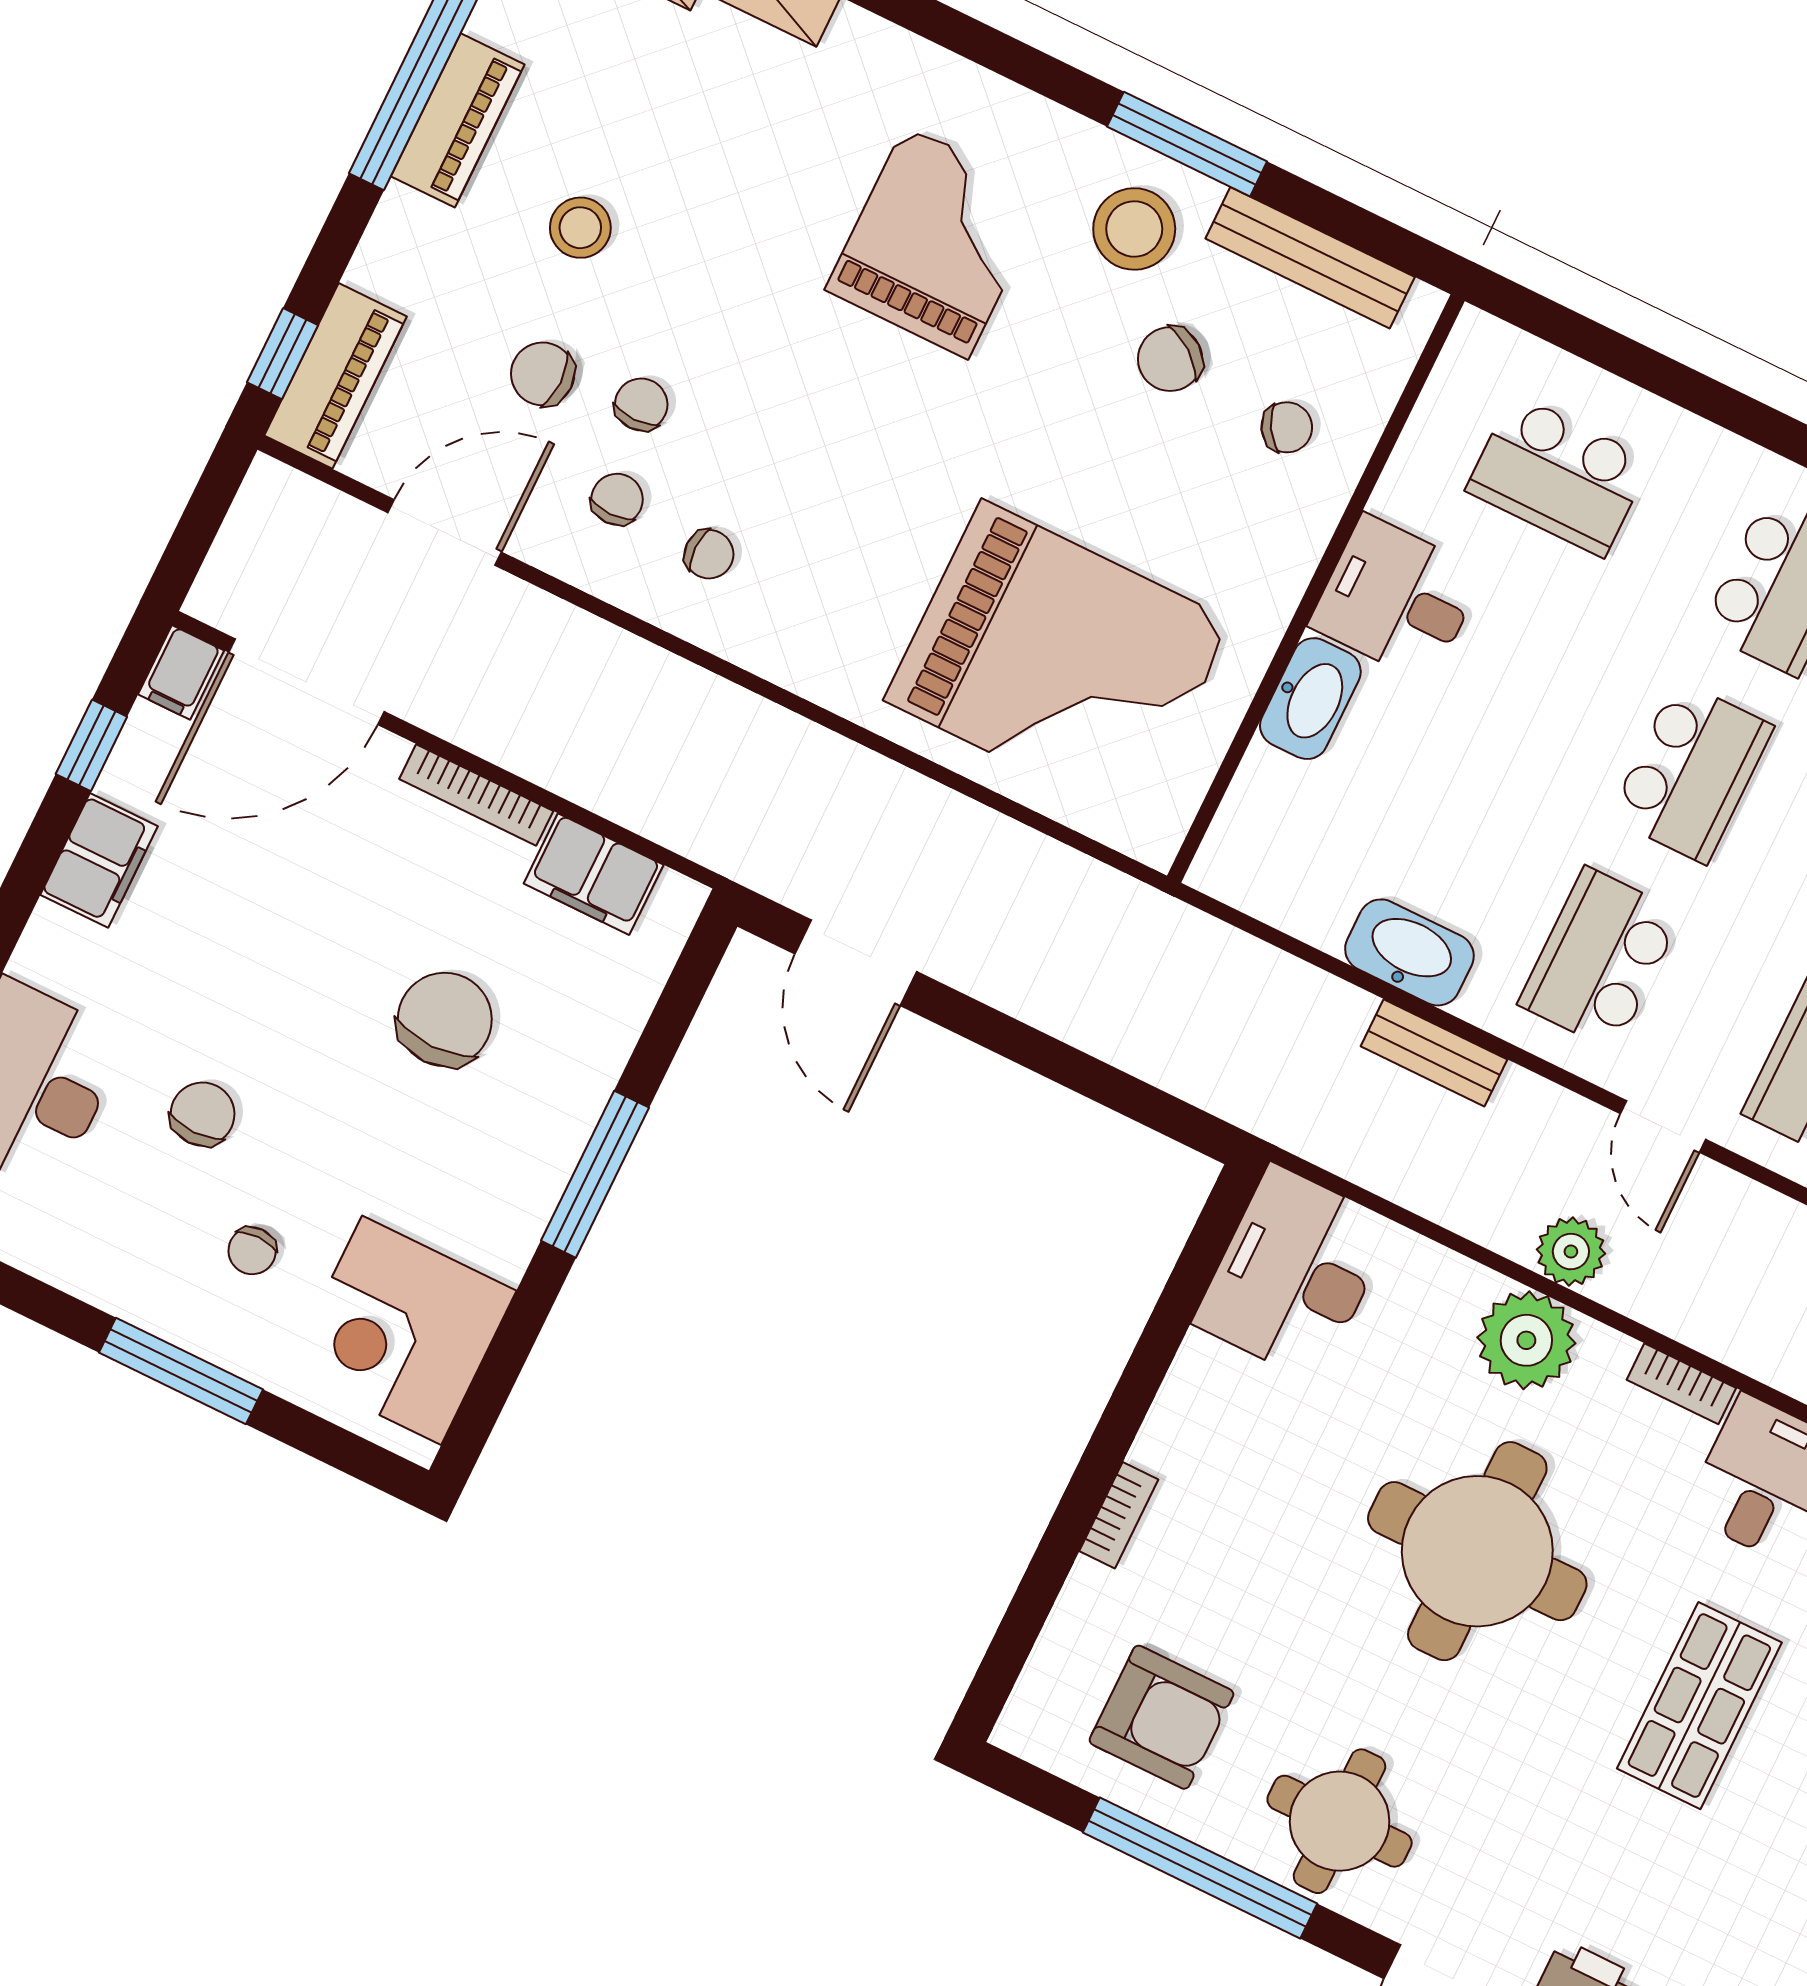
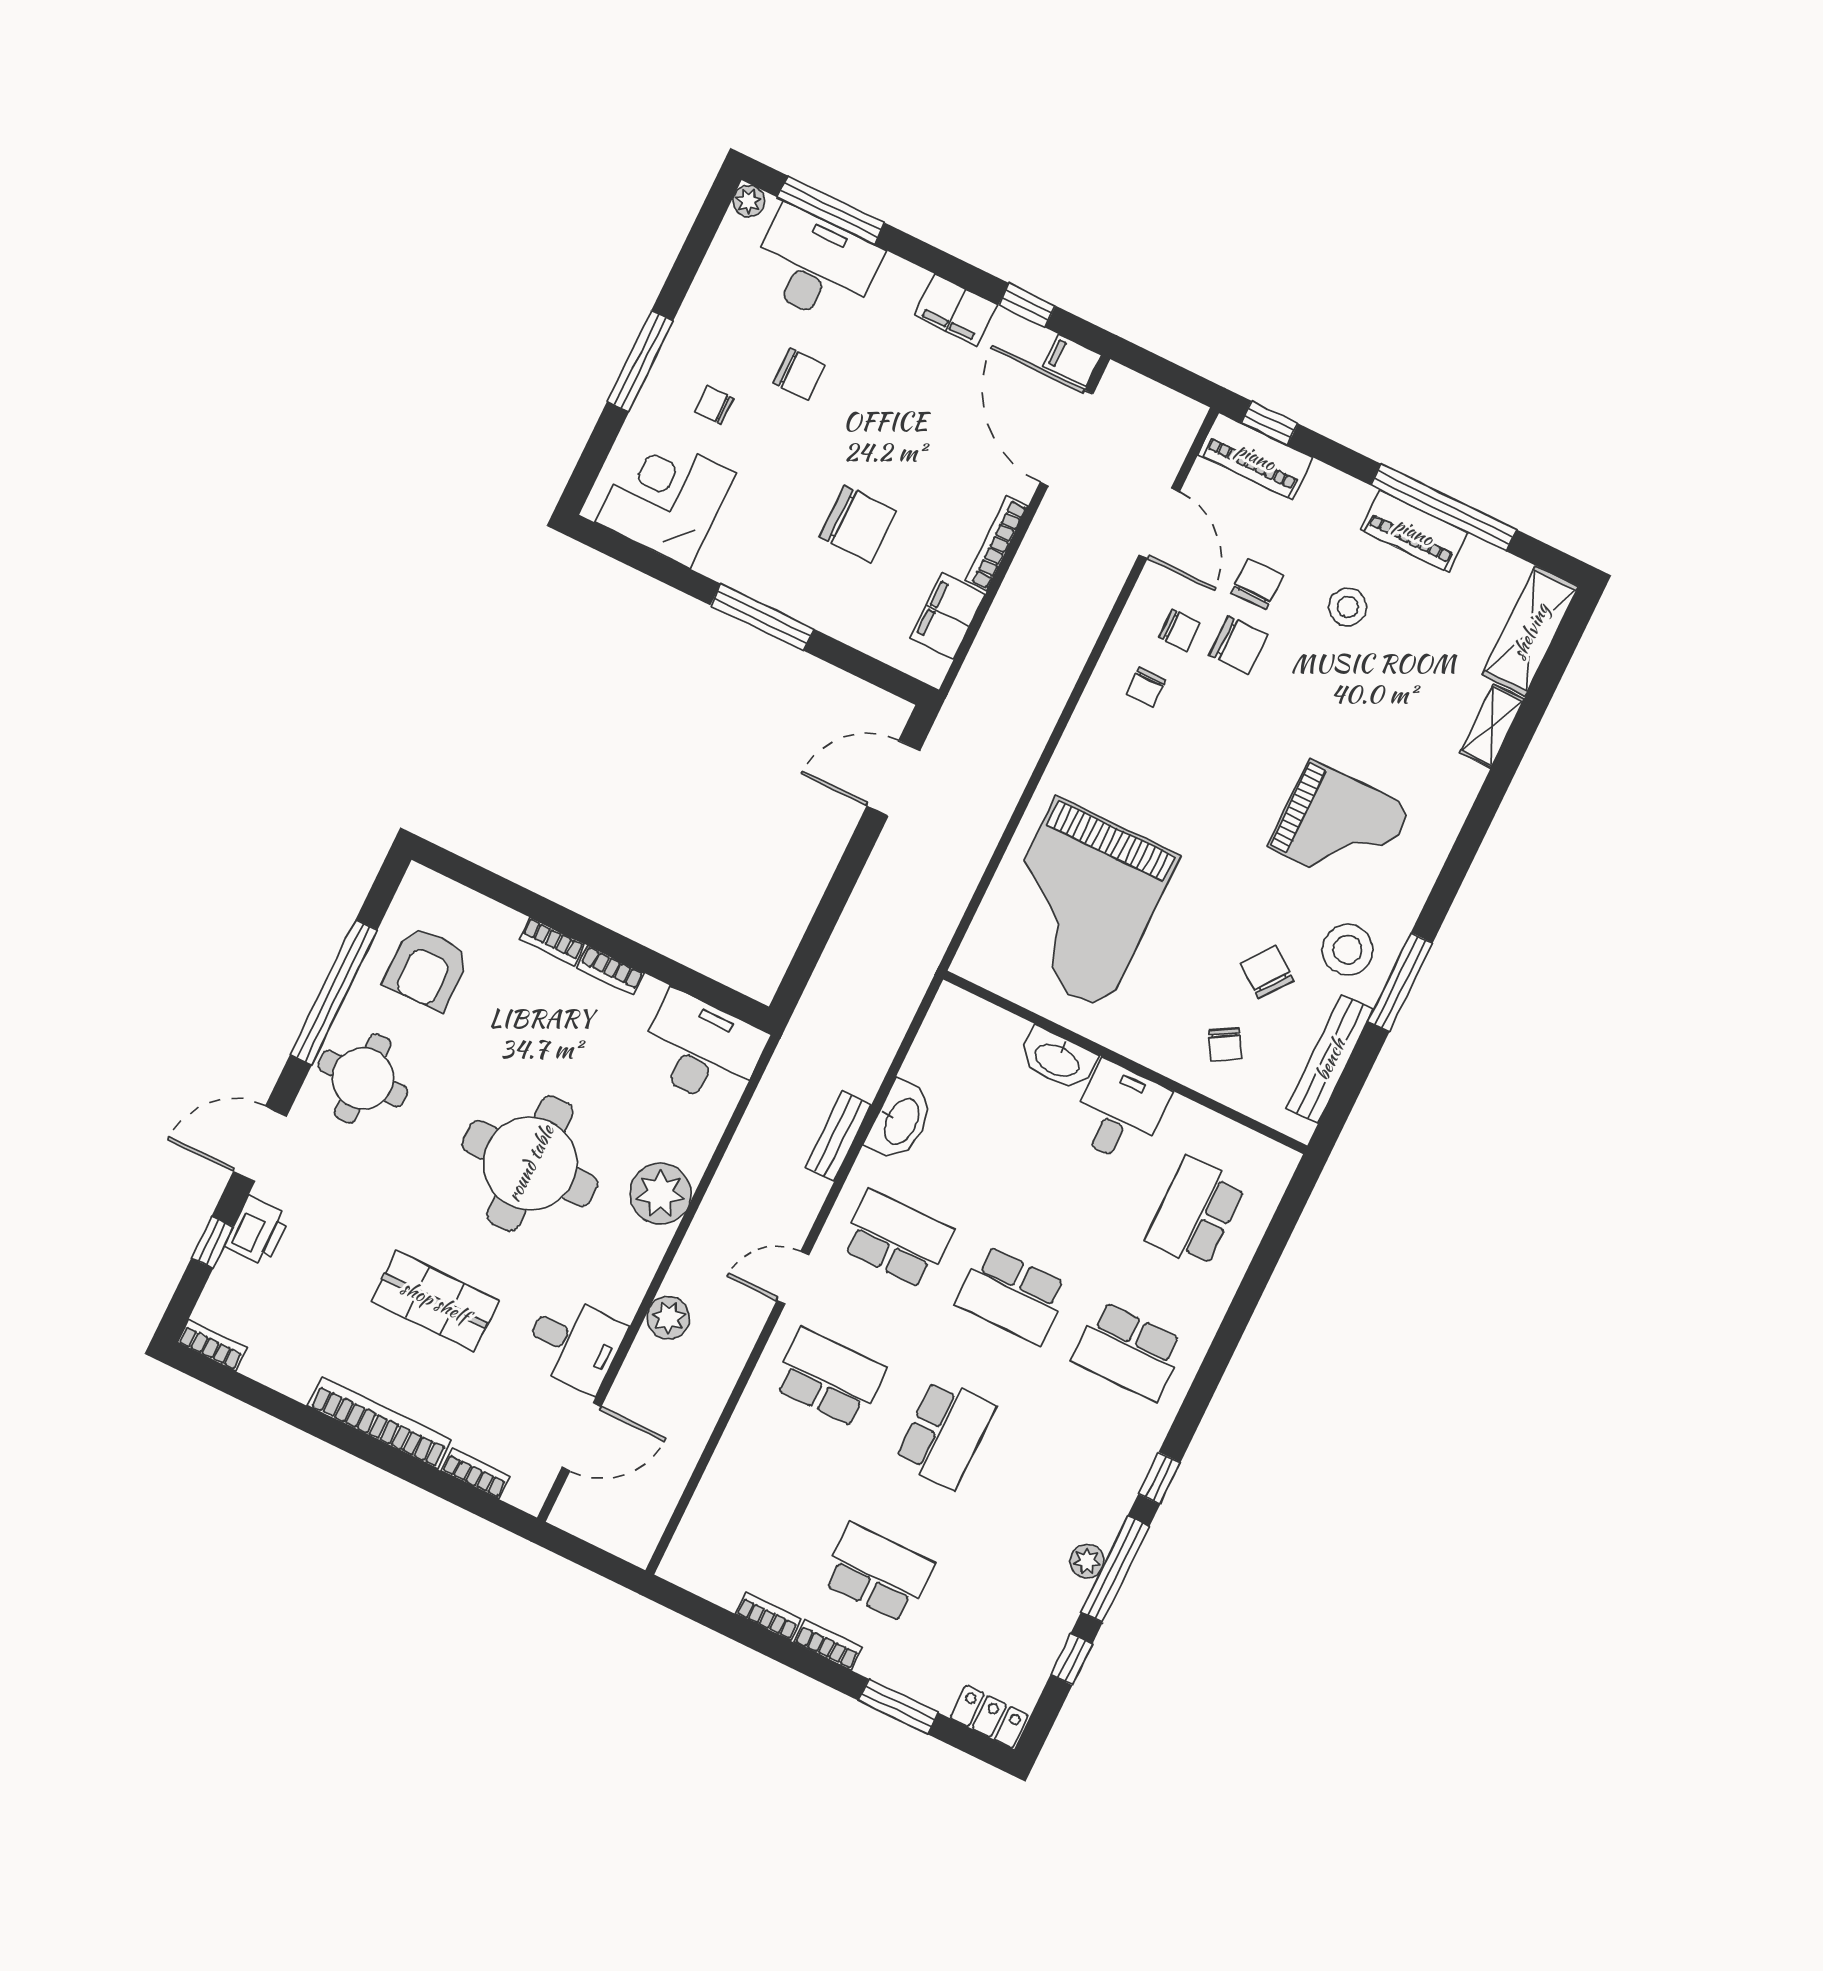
chair: (641, 405) -> (1238, 645), width x1.37, depth x1.37
plant: (1571, 1252) -> (668, 1318), moved
bookcase: (1681, 1384) -> (611, 970), moved, turned -90

